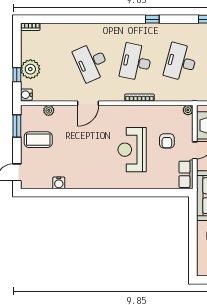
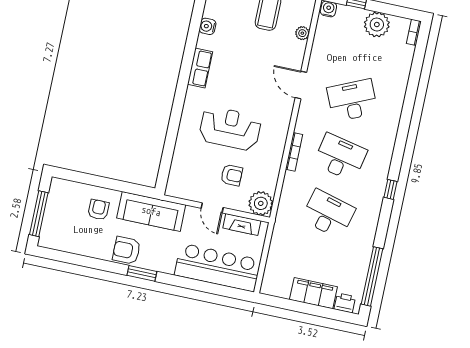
plant: (30, 69) -> (377, 24), moved
plant: (188, 110) -> (261, 203), width x1.88, depth x1.88
armchair: (167, 141) -> (232, 175), turned 180
row of seats: (186, 174) -> (200, 68), moved, turned 90

